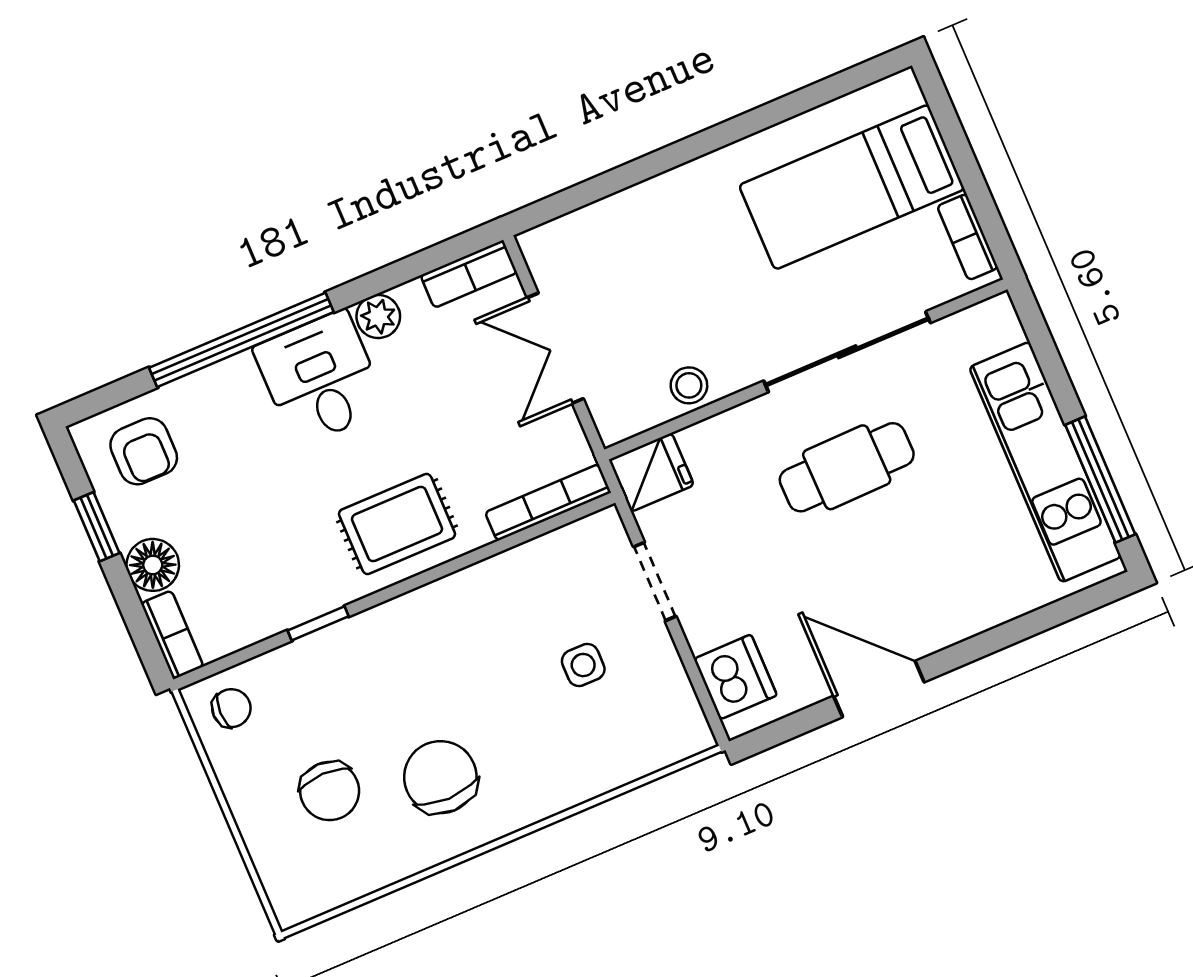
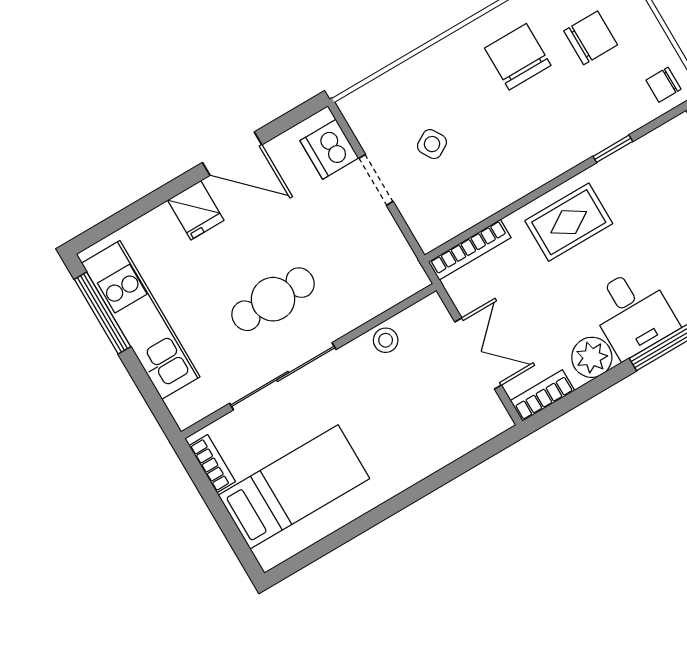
plant: (378, 317) -> (592, 357), width x1.38, depth x1.38
fridge: (651, 472) -> (196, 210), moved, turned -90
doorway: (655, 581) -> (376, 180), moved
side table: (583, 665) -> (432, 144), turned -31
chair: (440, 777) -> (518, 57), turned 180
chair: (330, 791) -> (591, 38), turned 90

